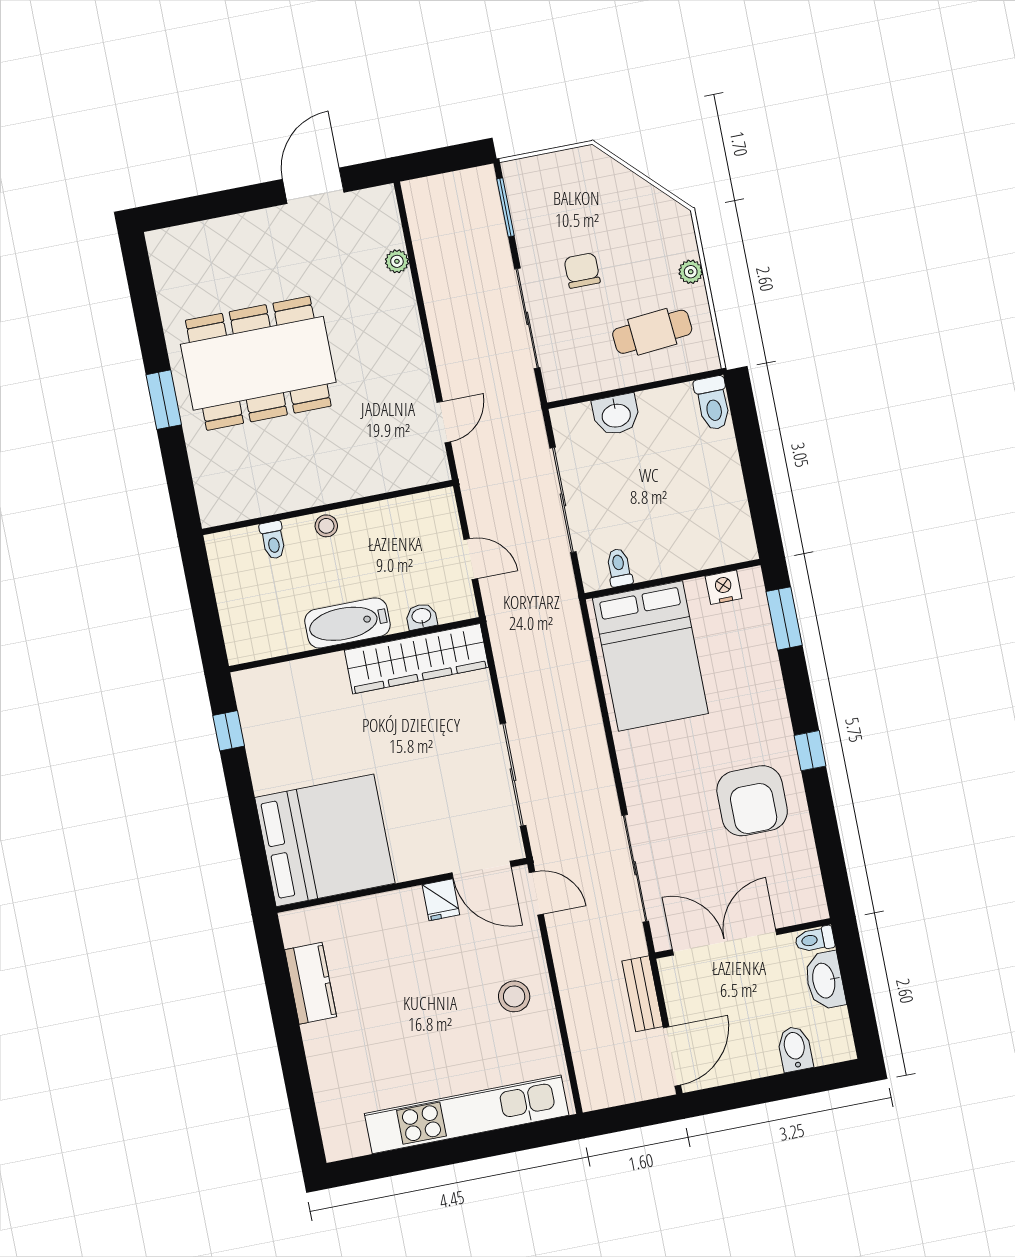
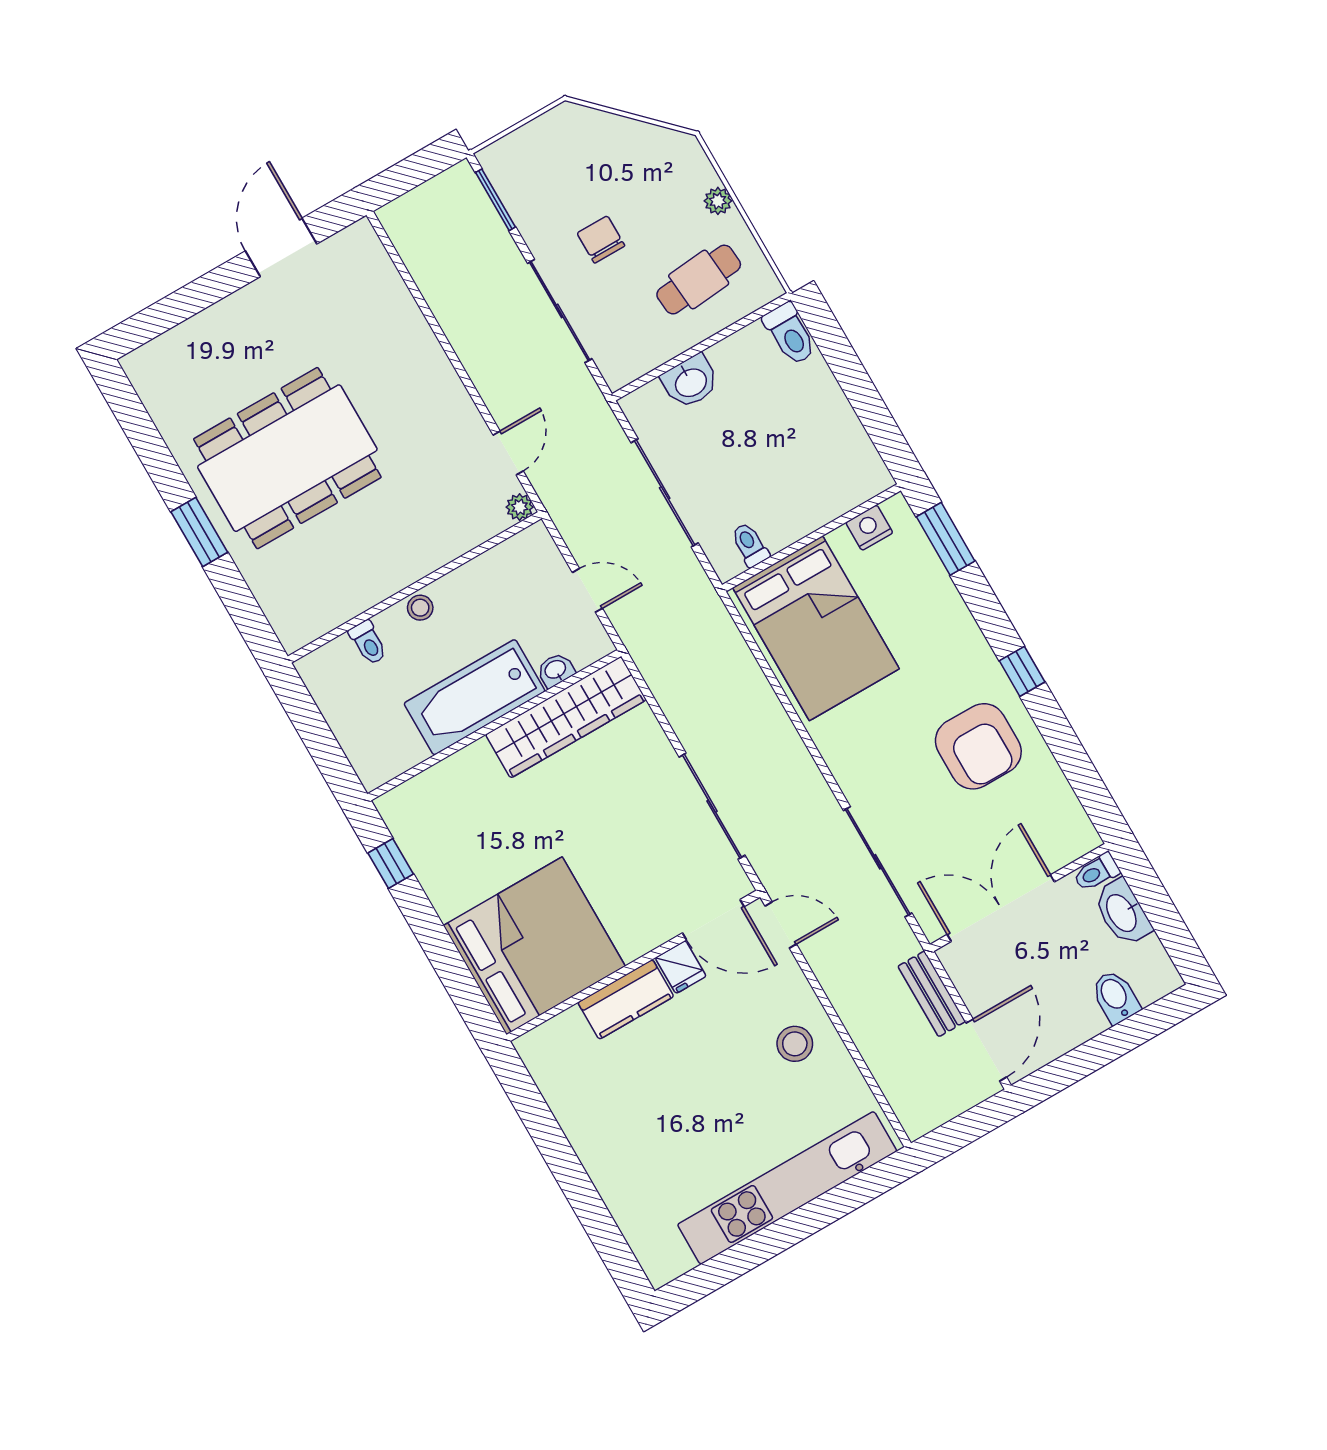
plant: (397, 261) -> (520, 507), moved
bathtub: (347, 623) -> (475, 697), width x1.36, depth x1.36
kitchen counter: (311, 983) -> (626, 999), moved, turned 90

